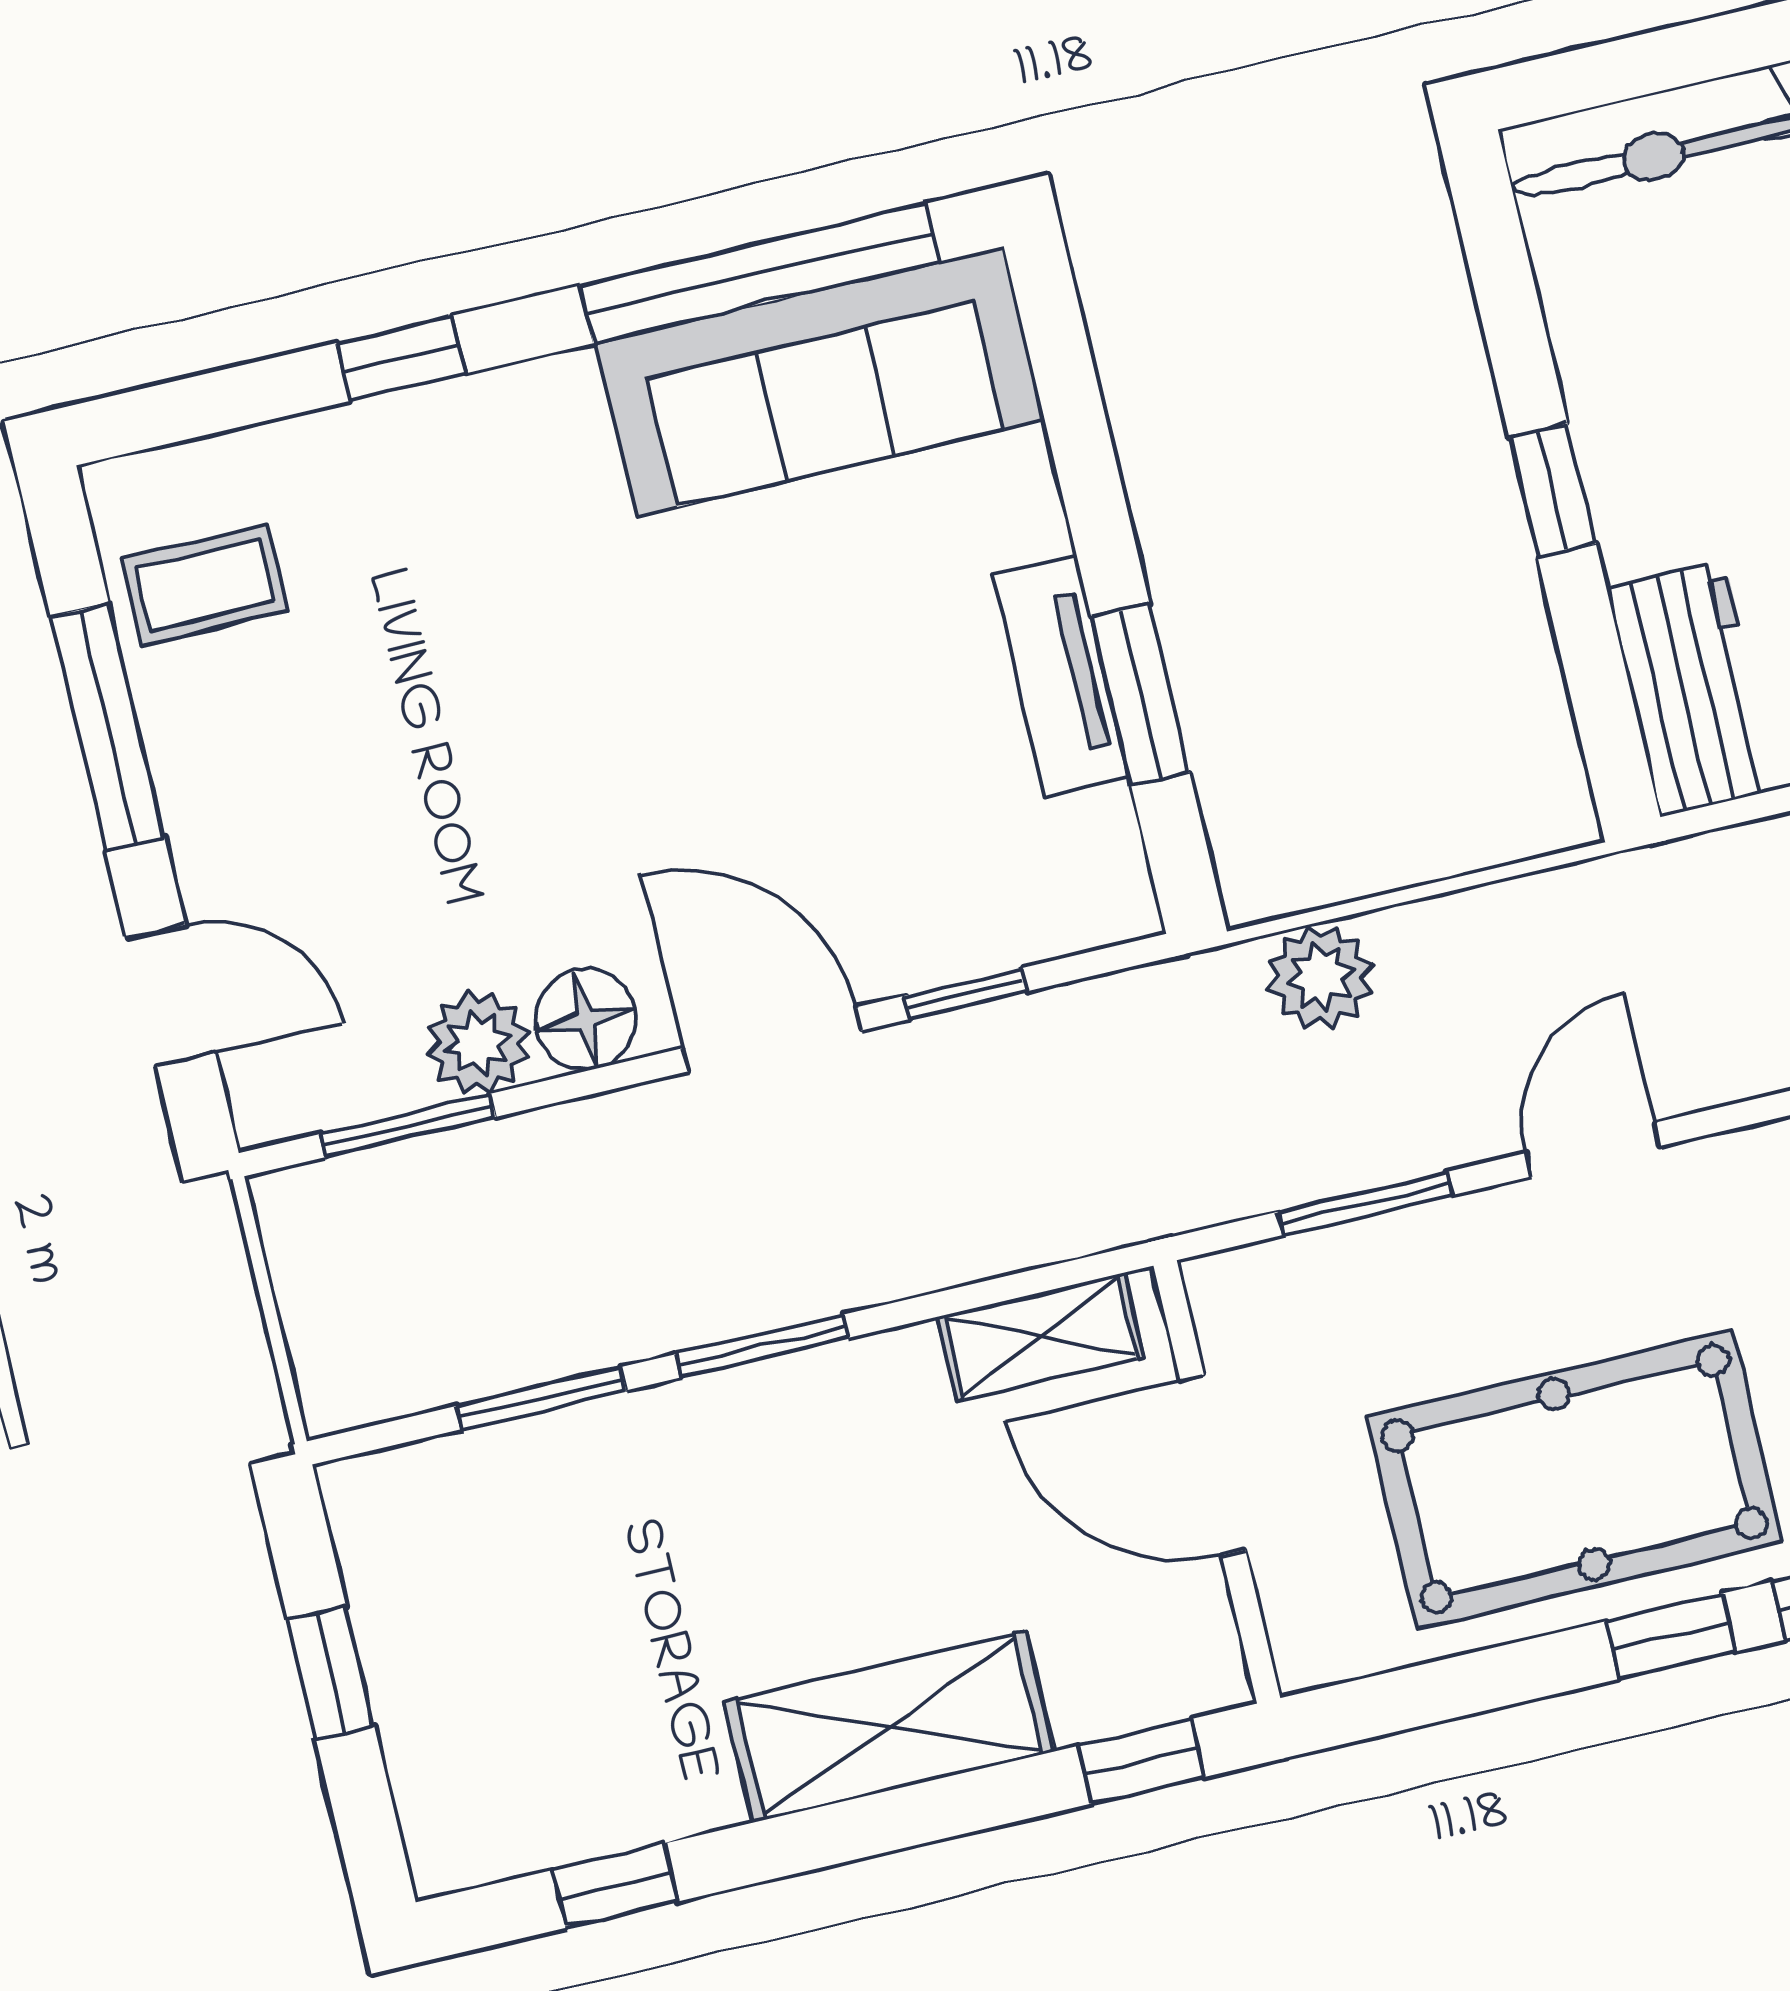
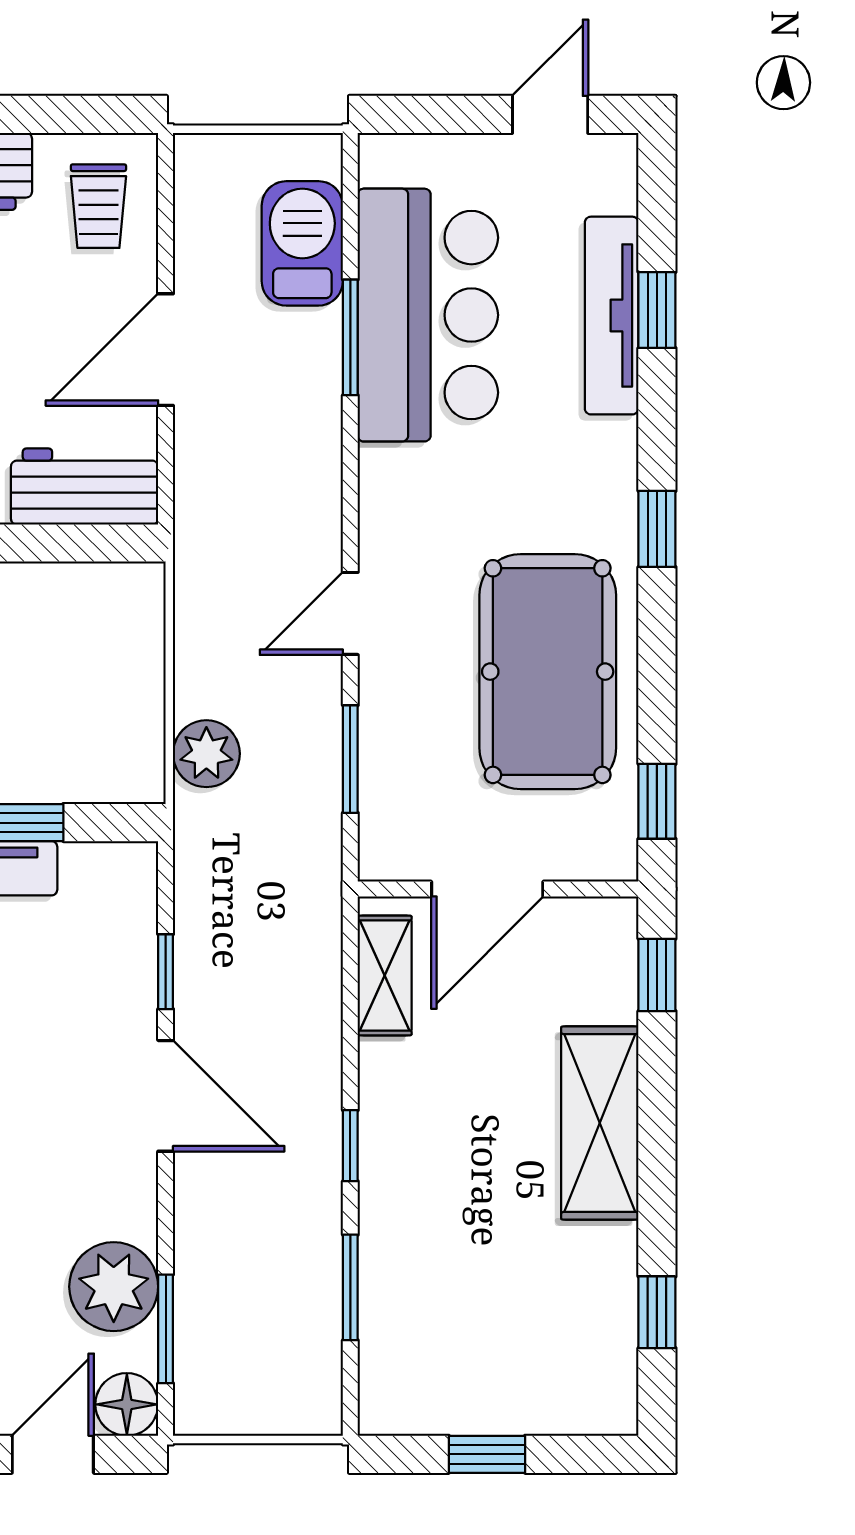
floor lamp: (586, 1019) -> (127, 1404), moved
door: (772, 1039) -> (166, 1096), swing flipped
plant: (478, 1043) -> (114, 1287), width x1.36, depth x1.36
door: (1592, 1150) -> (350, 613), hinge flipped
window: (762, 1346) -> (350, 1146), width x0.67
window: (1670, 1636) -> (657, 801), moved

